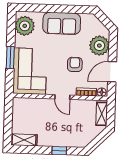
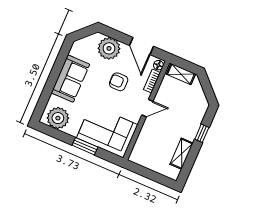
shelving: (24, 140) -> (181, 154), moved

